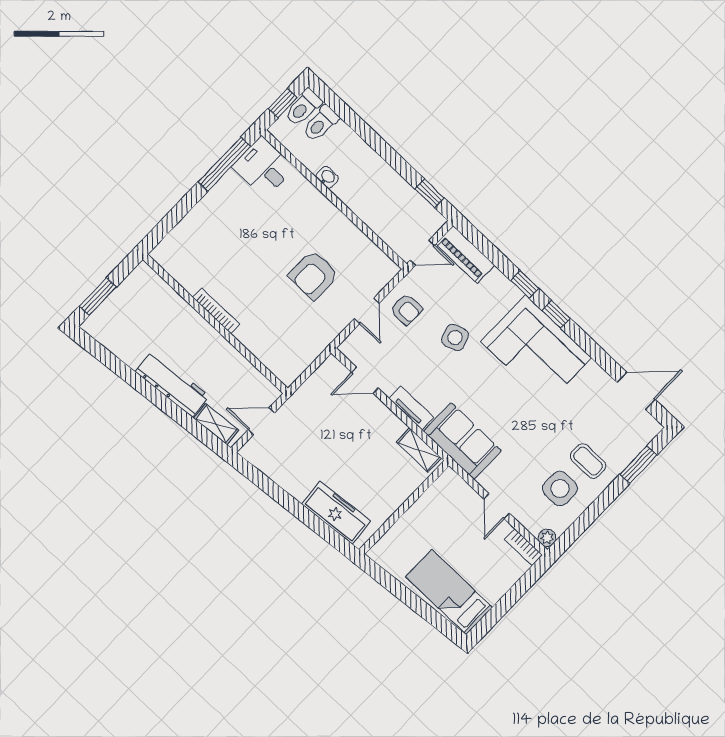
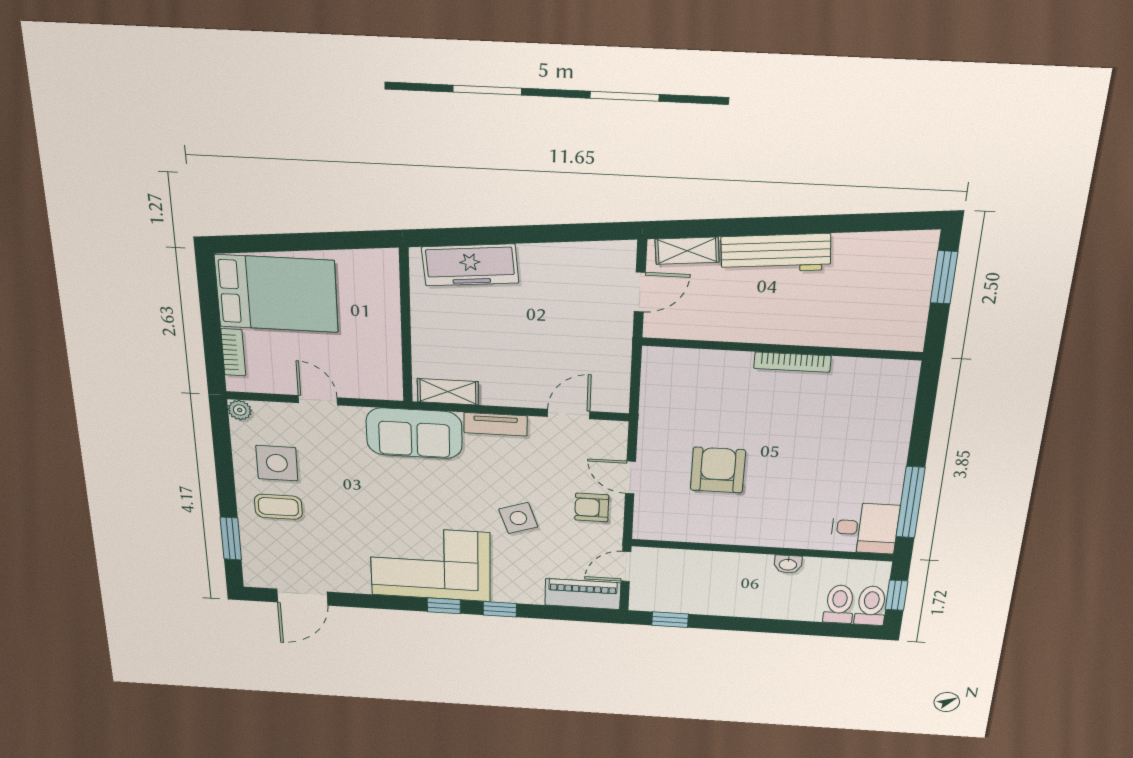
bookcase: (524, 547) -> (233, 352), moved, turned 90
bed: (449, 592) -> (277, 294), width x1.50

